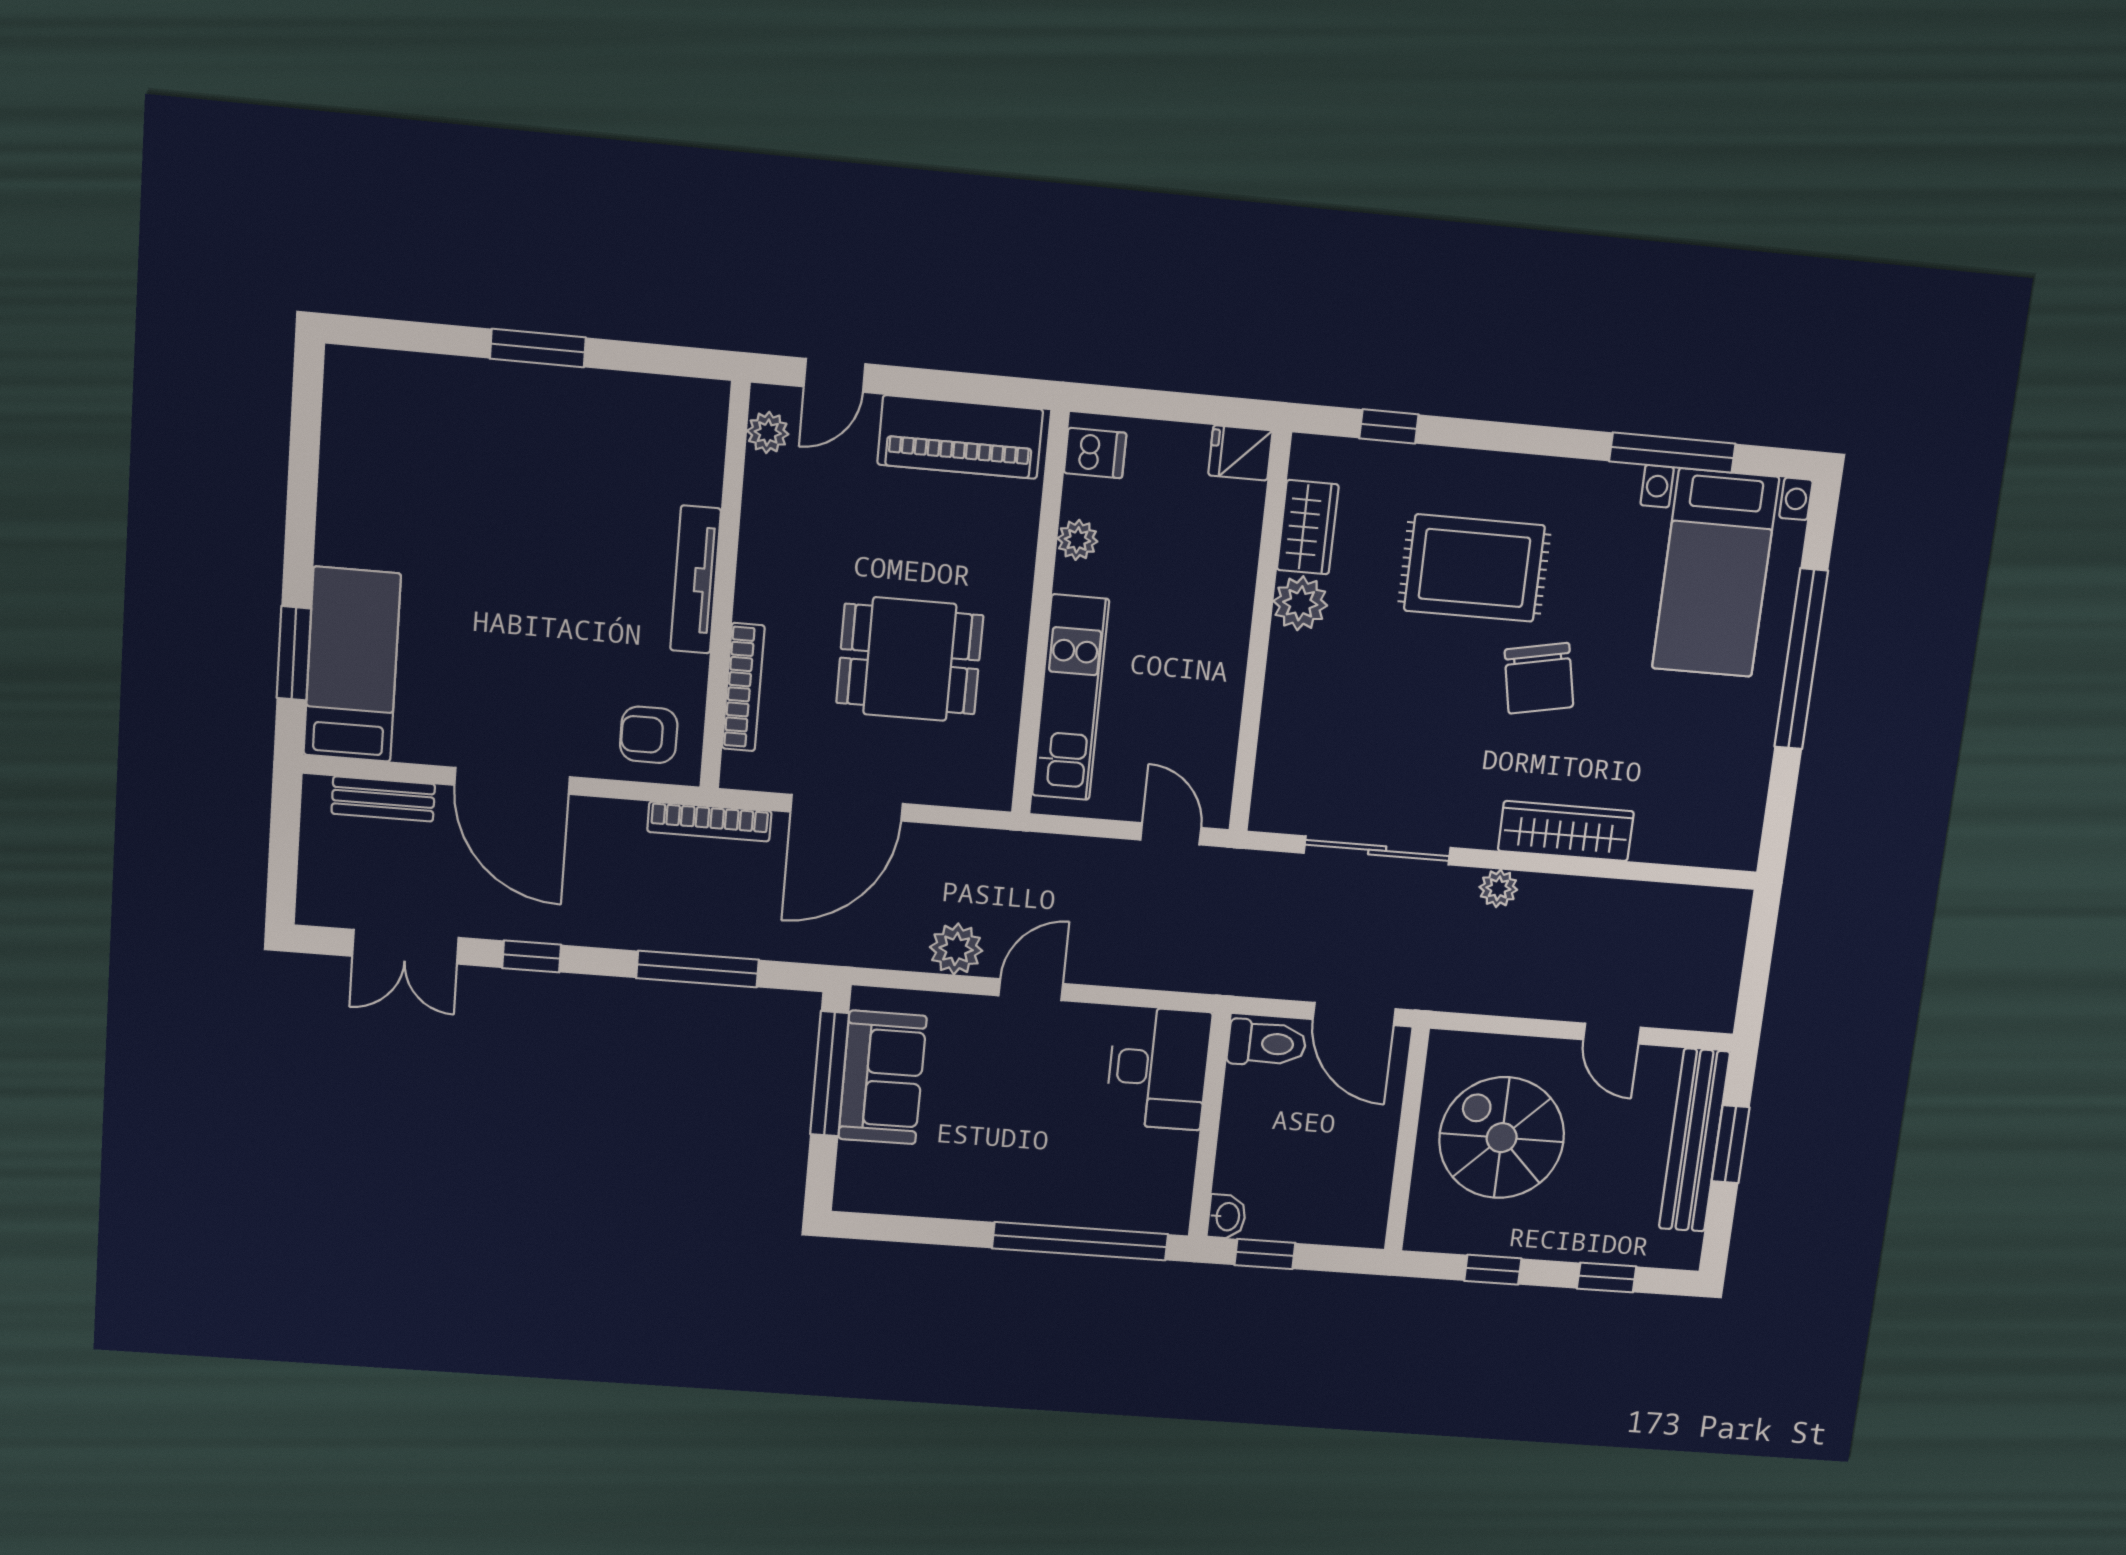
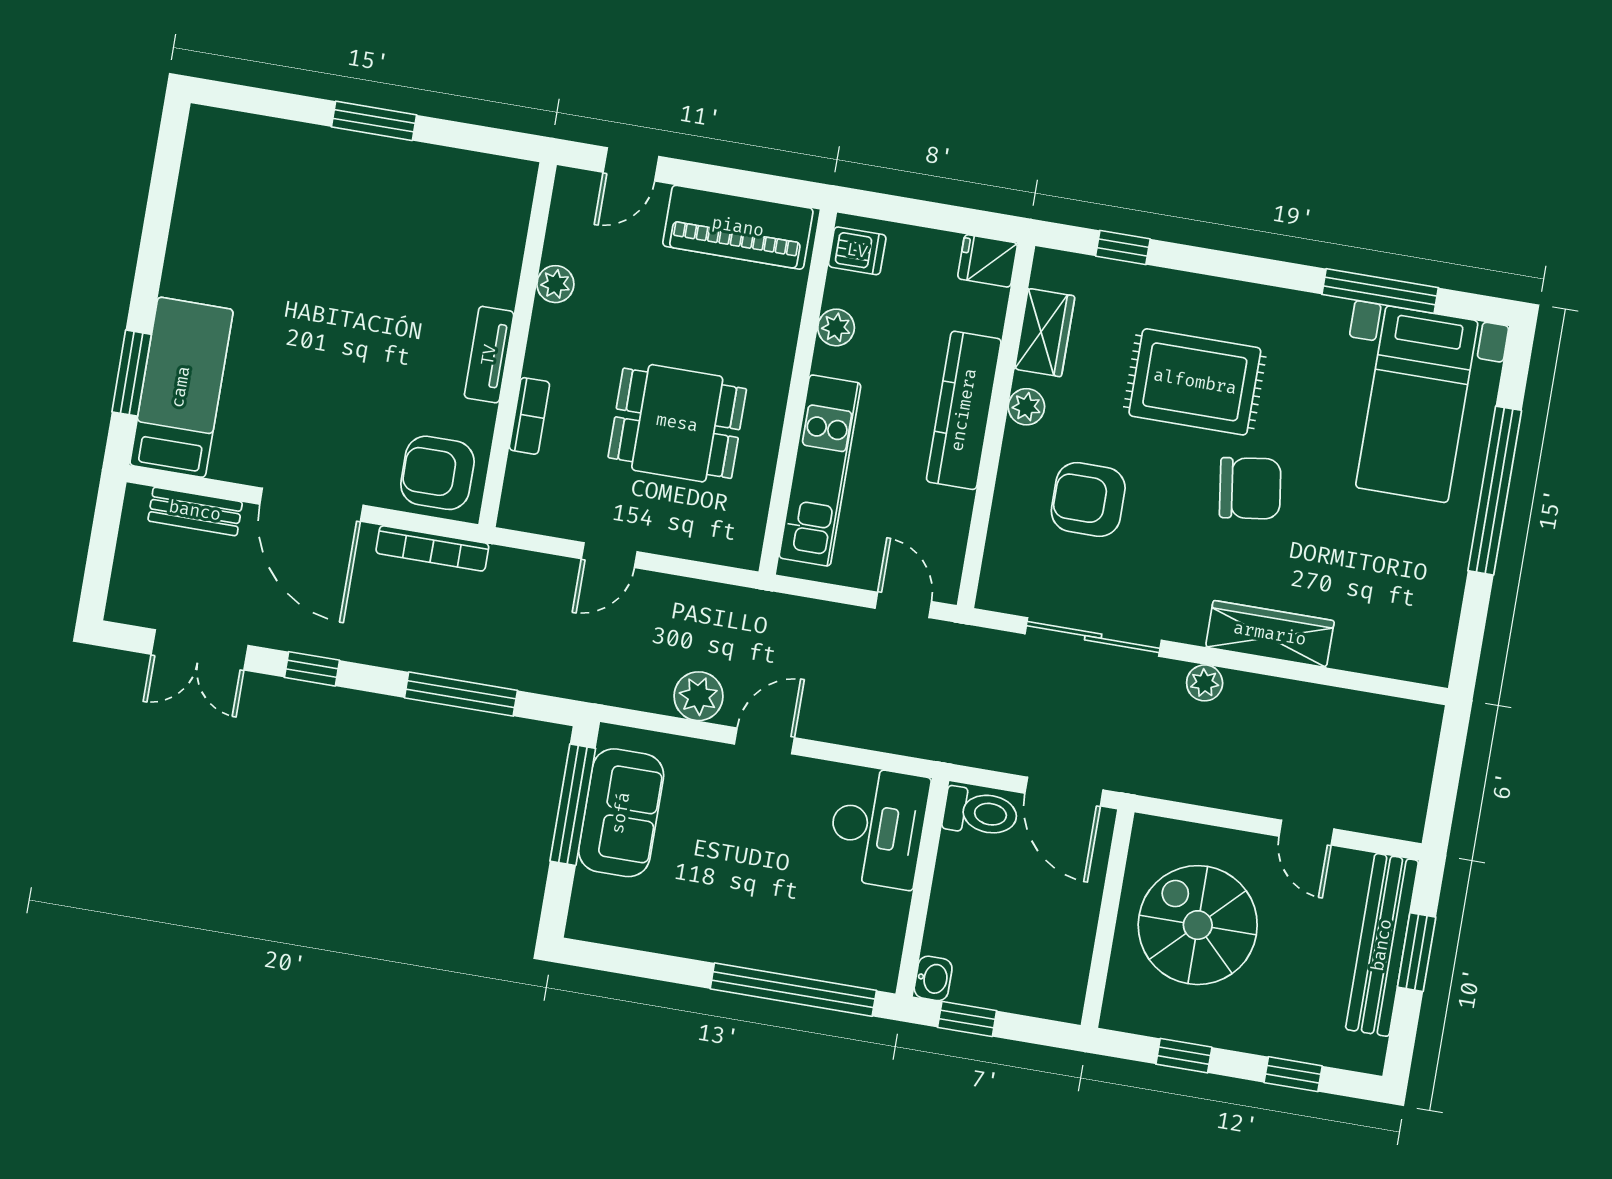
plant: (768, 432) -> (555, 284), moved
tv unit: (695, 580) -> (489, 355), width x0.71
plant: (1300, 603) -> (1026, 407), width x0.73, depth x0.73
kitchen counter: (1224, 619) -> (964, 410), added
chair: (1539, 678) -> (1250, 488), turned -87
bookcase: (743, 687) -> (529, 416), width x0.64
armchair: (1365, 705) -> (1088, 500), added
armchair: (649, 735) -> (437, 473), width x1.38, depth x1.38
door: (847, 808) -> (609, 555), width x0.53
bookcase: (709, 822) -> (432, 548), moved

